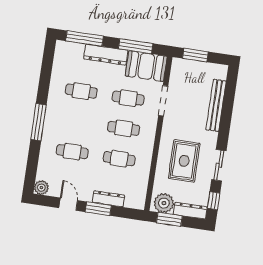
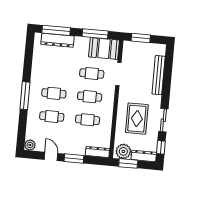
dresser: (106, 55) -> (58, 40), moved
cafe table: (81, 91) -> (54, 93), moved
dresser: (108, 199) -> (97, 152), moved

